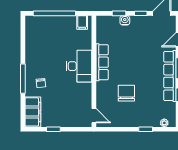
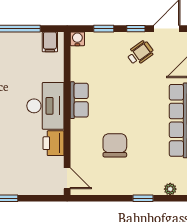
water cooler: (125, 20) -> (77, 39), moved
wheelchair: (144, 30) -> (140, 53), added
row of seats: (102, 62) -> (79, 100), width x0.68
printer: (85, 92) -> (54, 143), added

